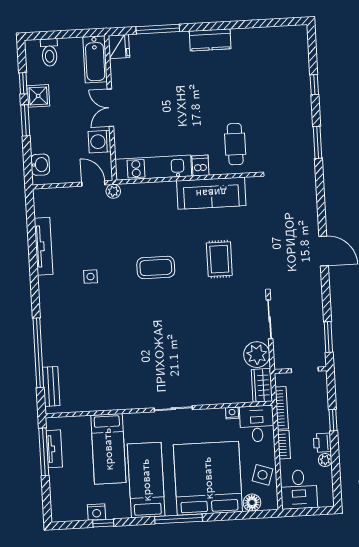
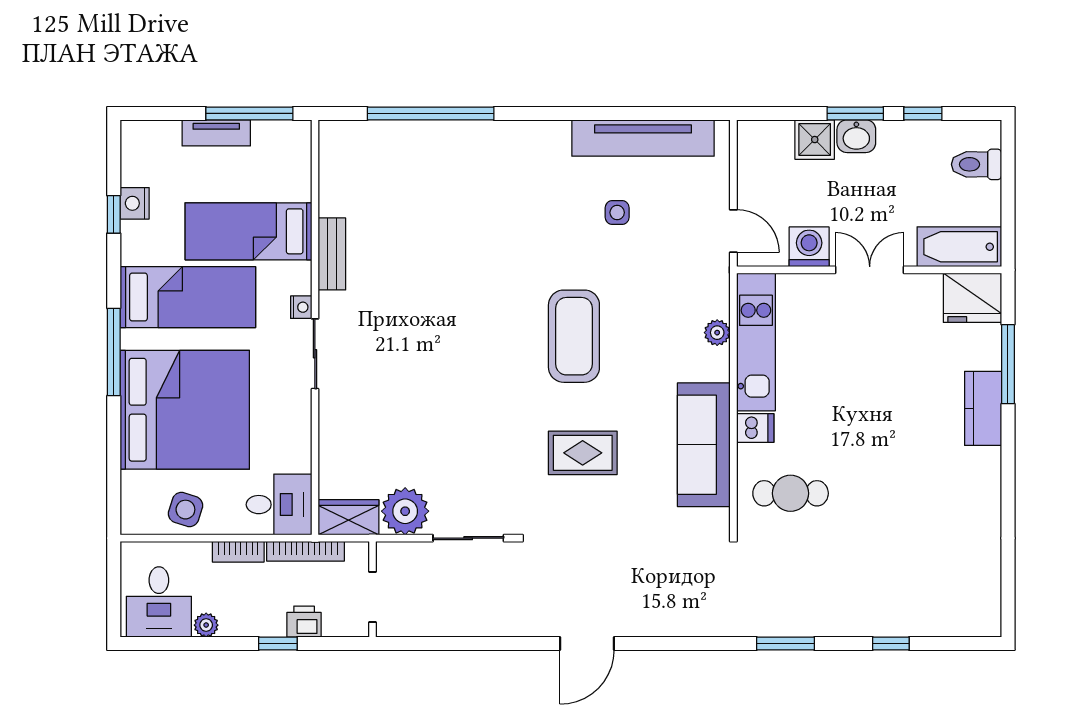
kitchen counter: (210, 40) -> (983, 408), moved
fridge: (119, 47) -> (972, 298), width x1.36, depth x1.34
shower: (38, 96) -> (815, 140), moved
washbasin: (40, 165) -> (856, 136), moved
door: (93, 183) -> (733, 231), hinge flipped
plant: (113, 191) -> (717, 333), moved
tv unit: (44, 246) -> (643, 138), width x1.36, depth x1.29
coffee table: (156, 267) -> (574, 336), width x1.36, depth x1.32
side table: (91, 277) -> (617, 213), moved
window: (328, 337) -> (430, 643), removed
bench: (51, 386) -> (332, 254), moved, turned 90
nightstand: (232, 413) -> (301, 307), moved
printer: (322, 443) -> (304, 622), moved
tv unit: (54, 449) -> (216, 133), moved
desk: (299, 489) -> (159, 602), moved, turned -90
floor lamp: (252, 503) -> (136, 488), removed

